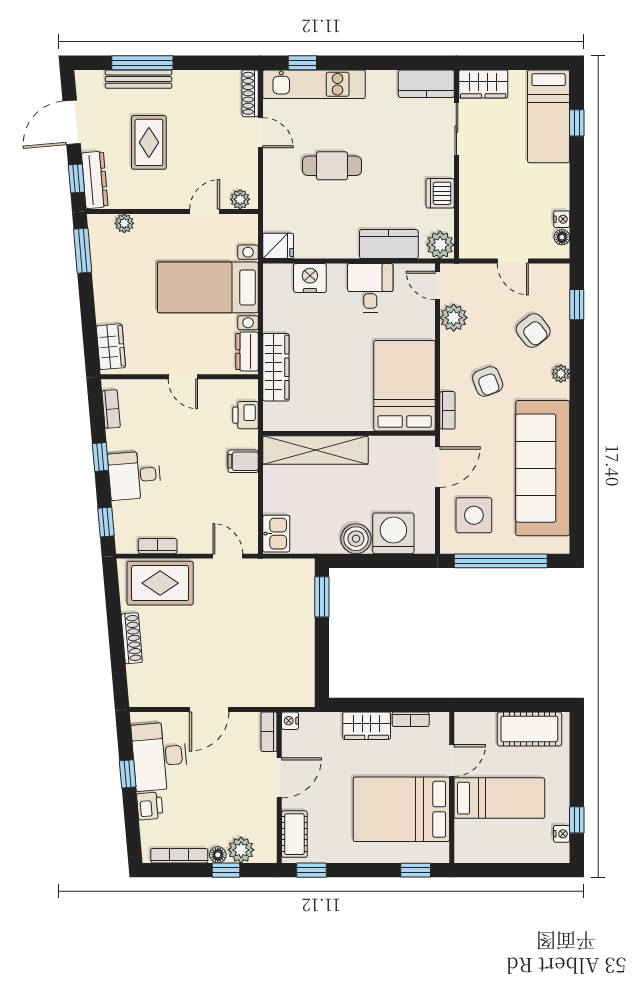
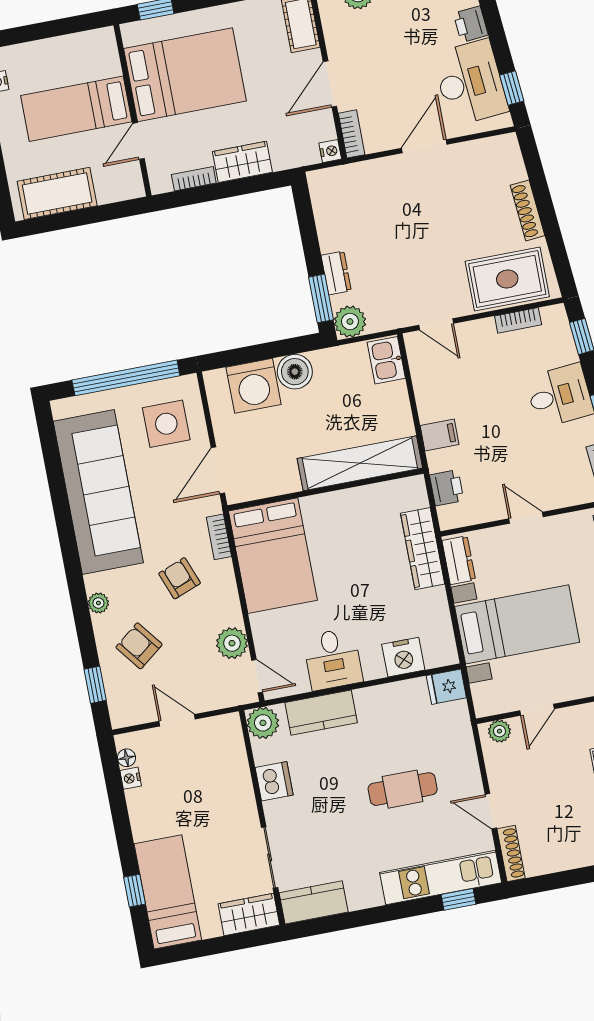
plant: (301, 572) -> (350, 322), added
dresser: (305, 616) -> (336, 273), added
window: (128, 774) -> (512, 88), moved

